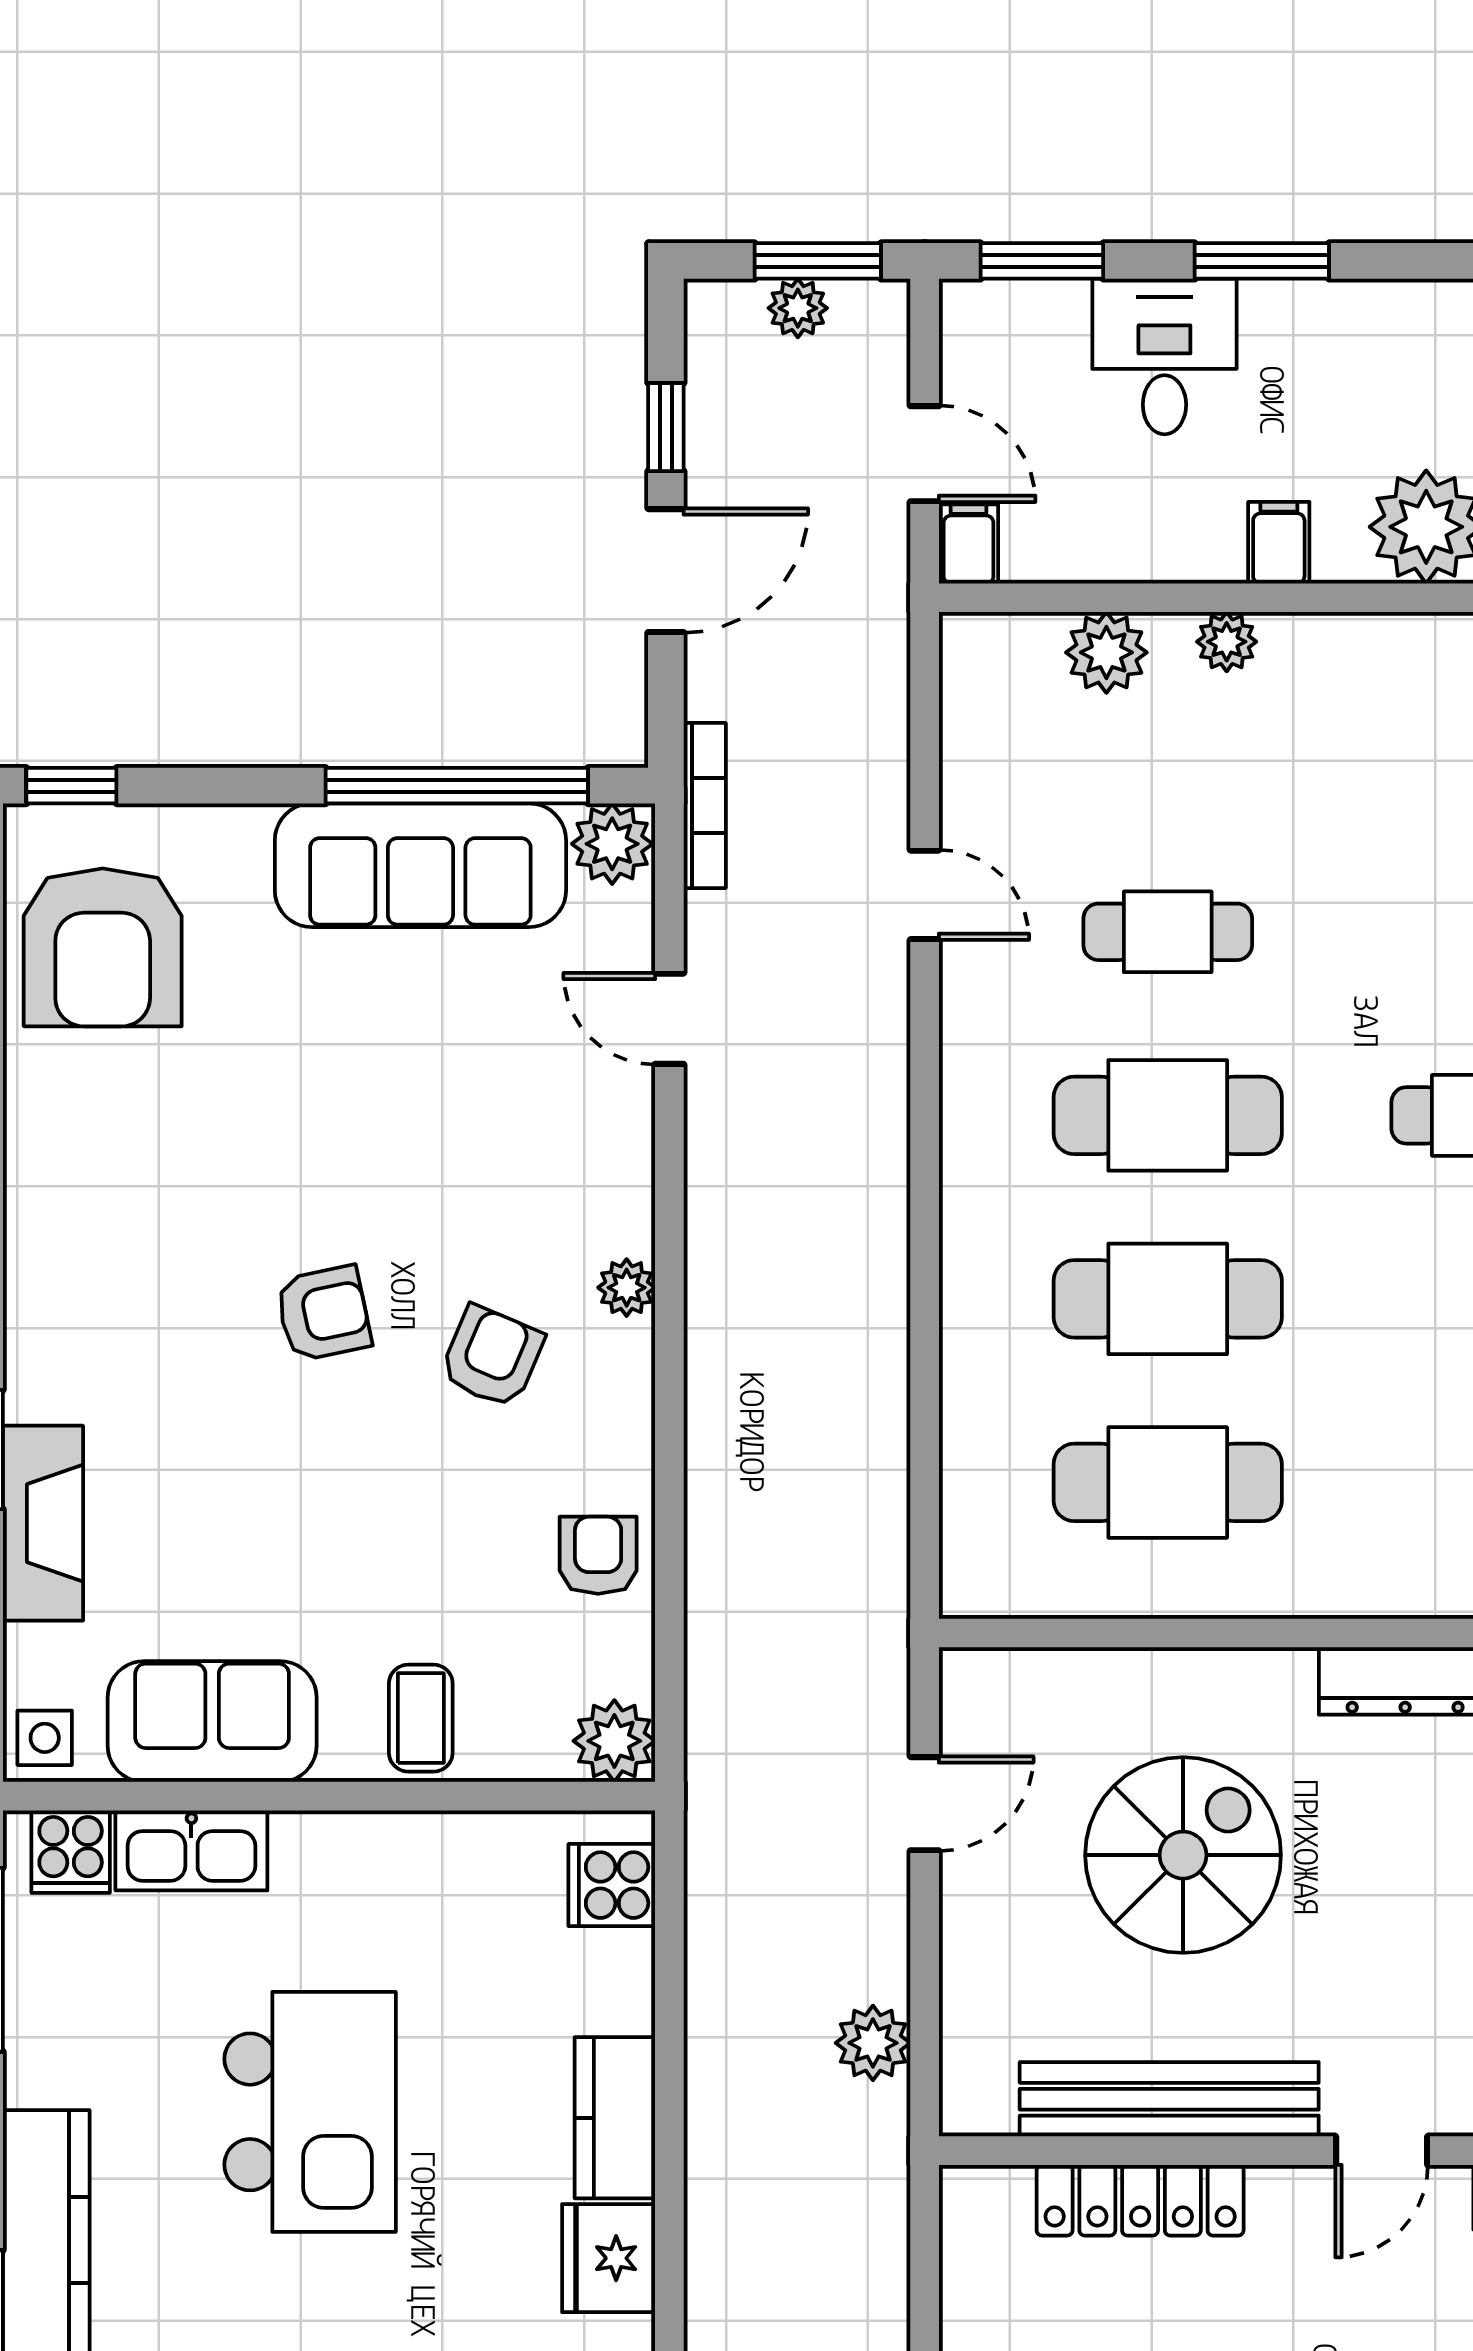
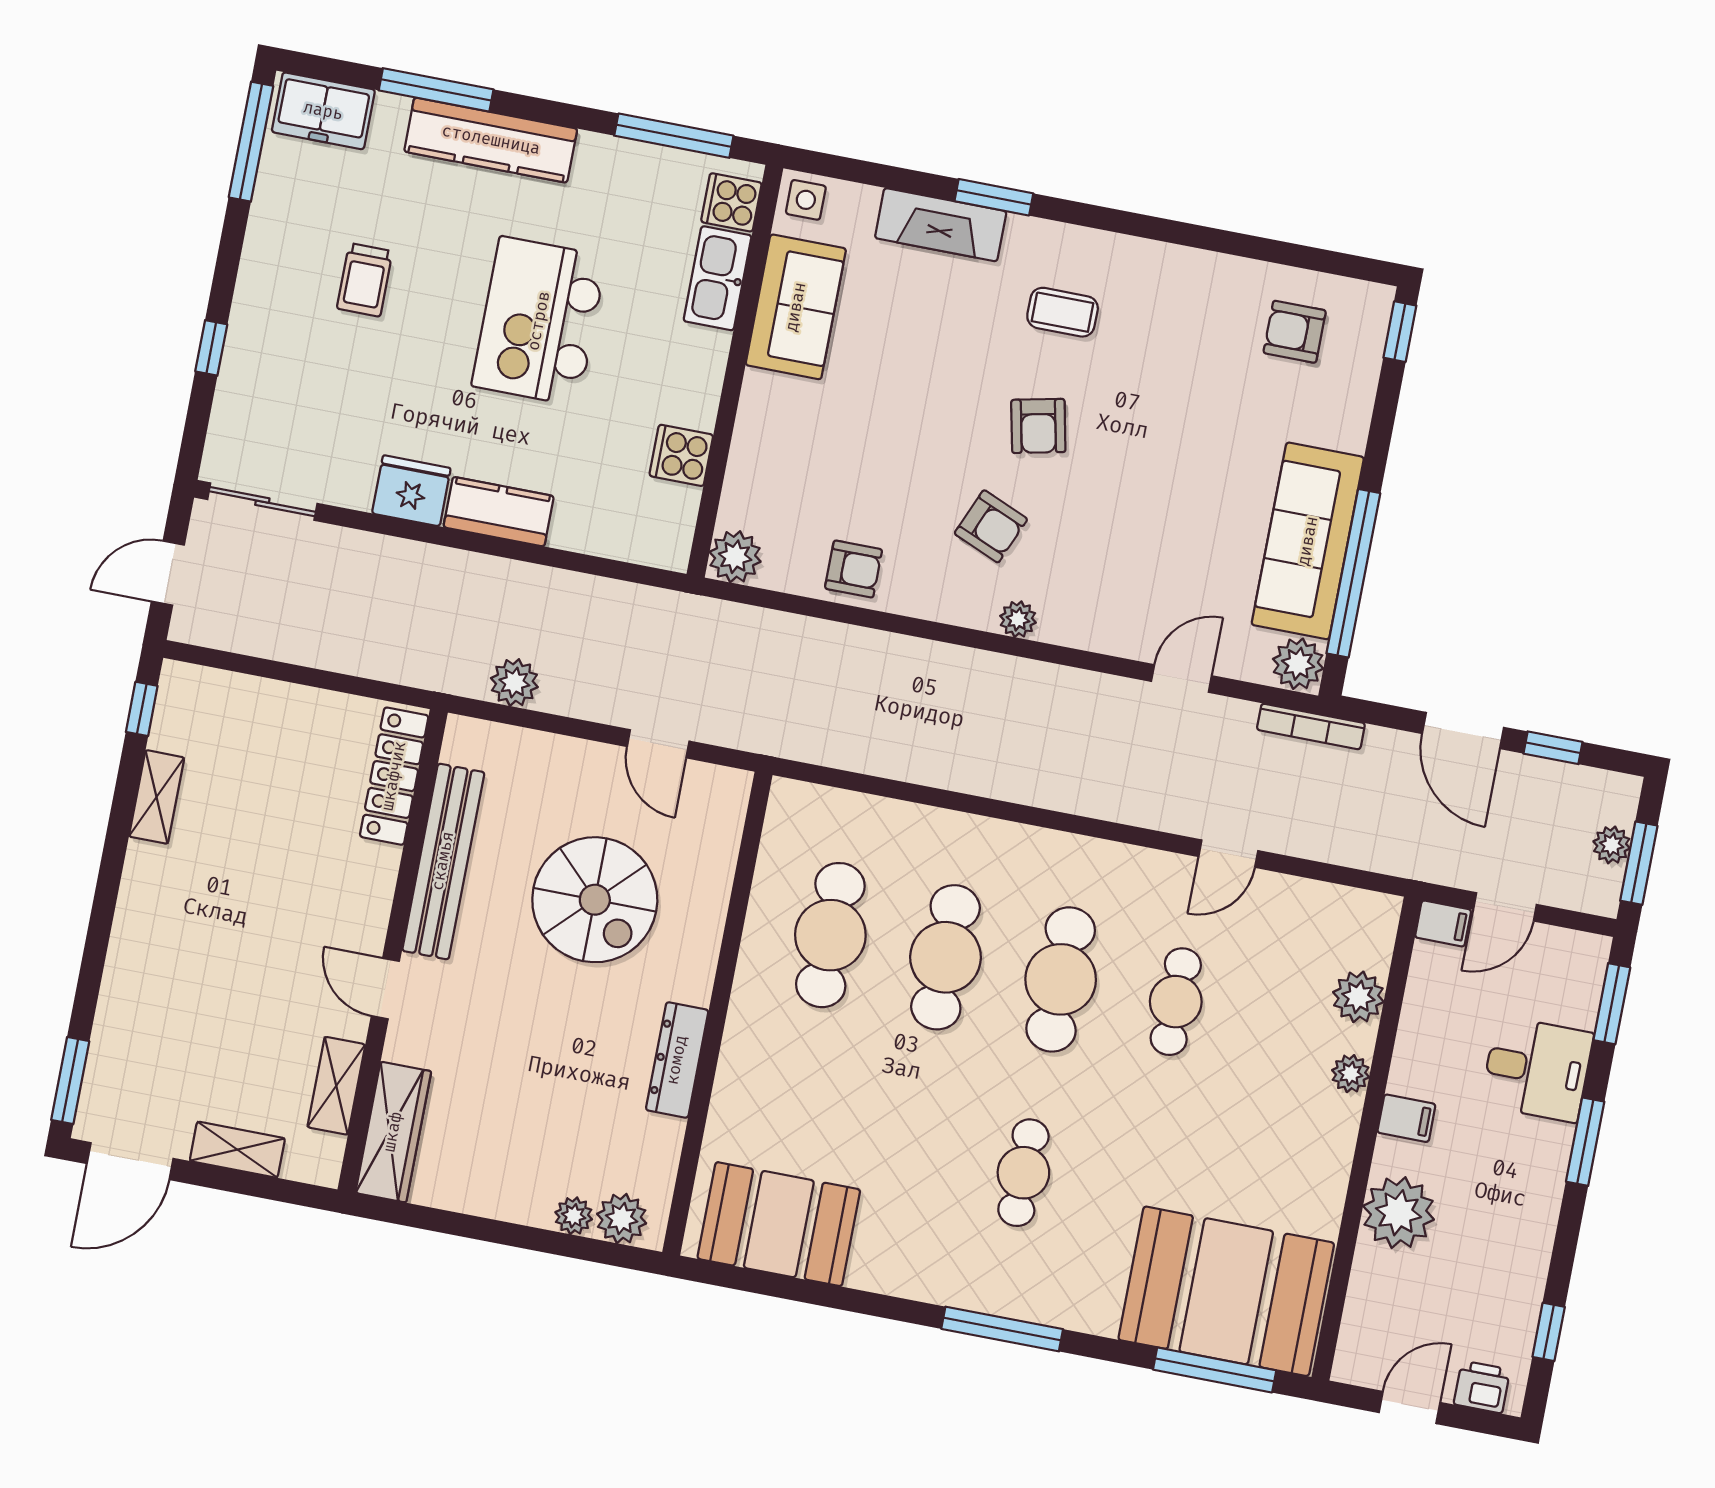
armchair: (103, 947) -> (1295, 332), width x0.53, depth x0.53
coffee table: (421, 1718) -> (1063, 312), moved
cooker: (612, 1885) -> (681, 455), moved, turned -90
kitchen island: (310, 2112) -> (539, 321), turned 90
locker: (1140, 2200) -> (394, 776), moved

